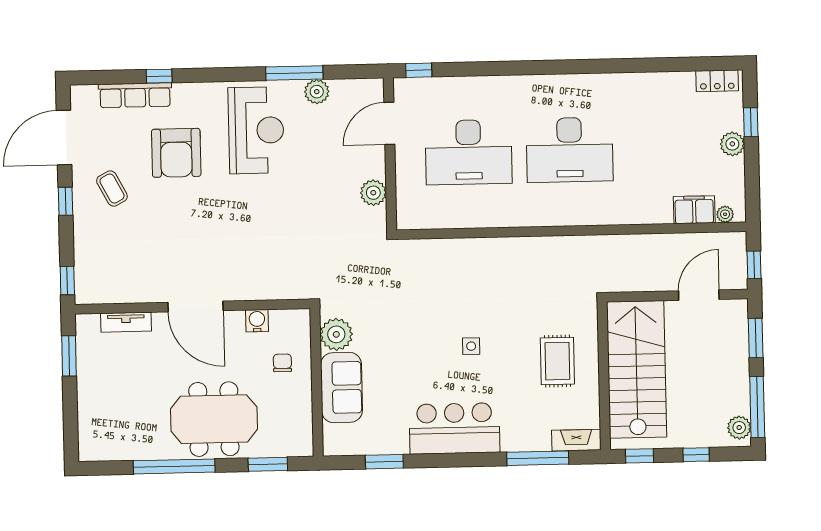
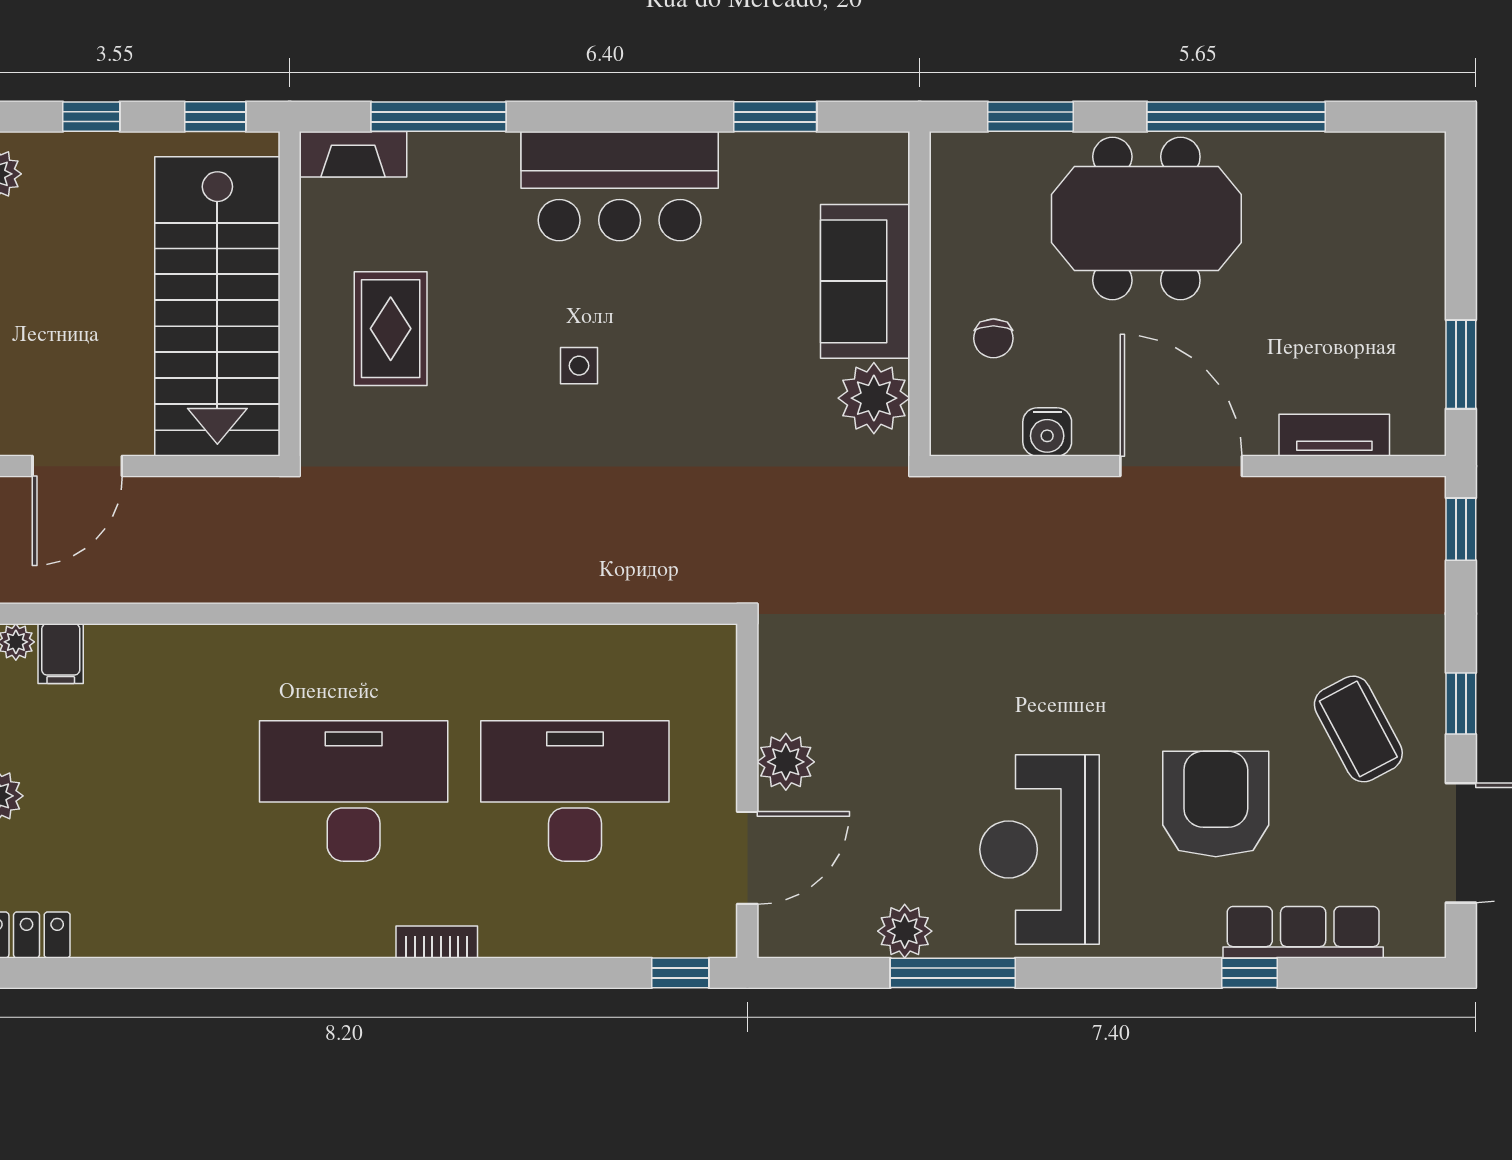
bookcase: (530, 82) -> (437, 942), added
coffee table: (112, 189) -> (1358, 729), width x1.36, depth x1.30
plant: (373, 193) -> (786, 762), moved
filing cabinet: (694, 210) -> (61, 654), width x0.50

